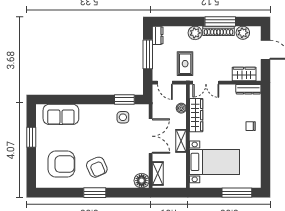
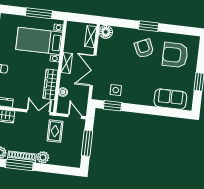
dresser: (158, 35) -> (76, 159), removed
window: (237, 193) -> (39, 13), moved

